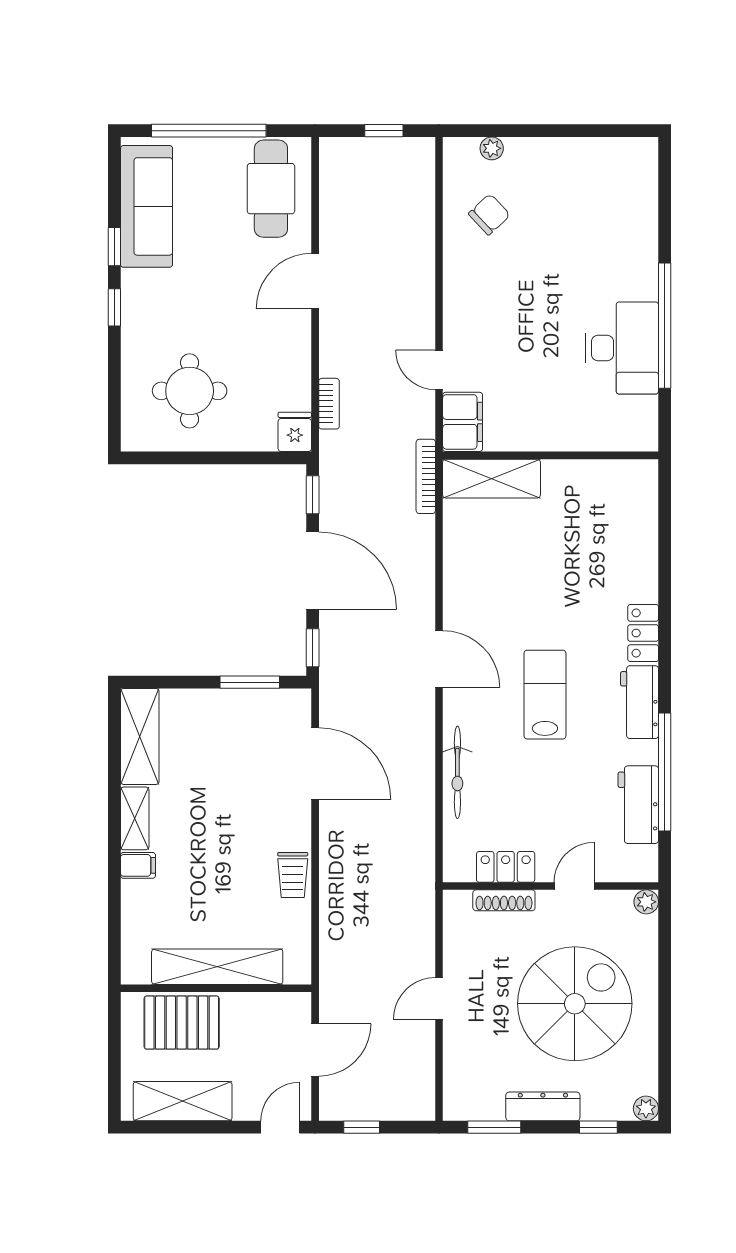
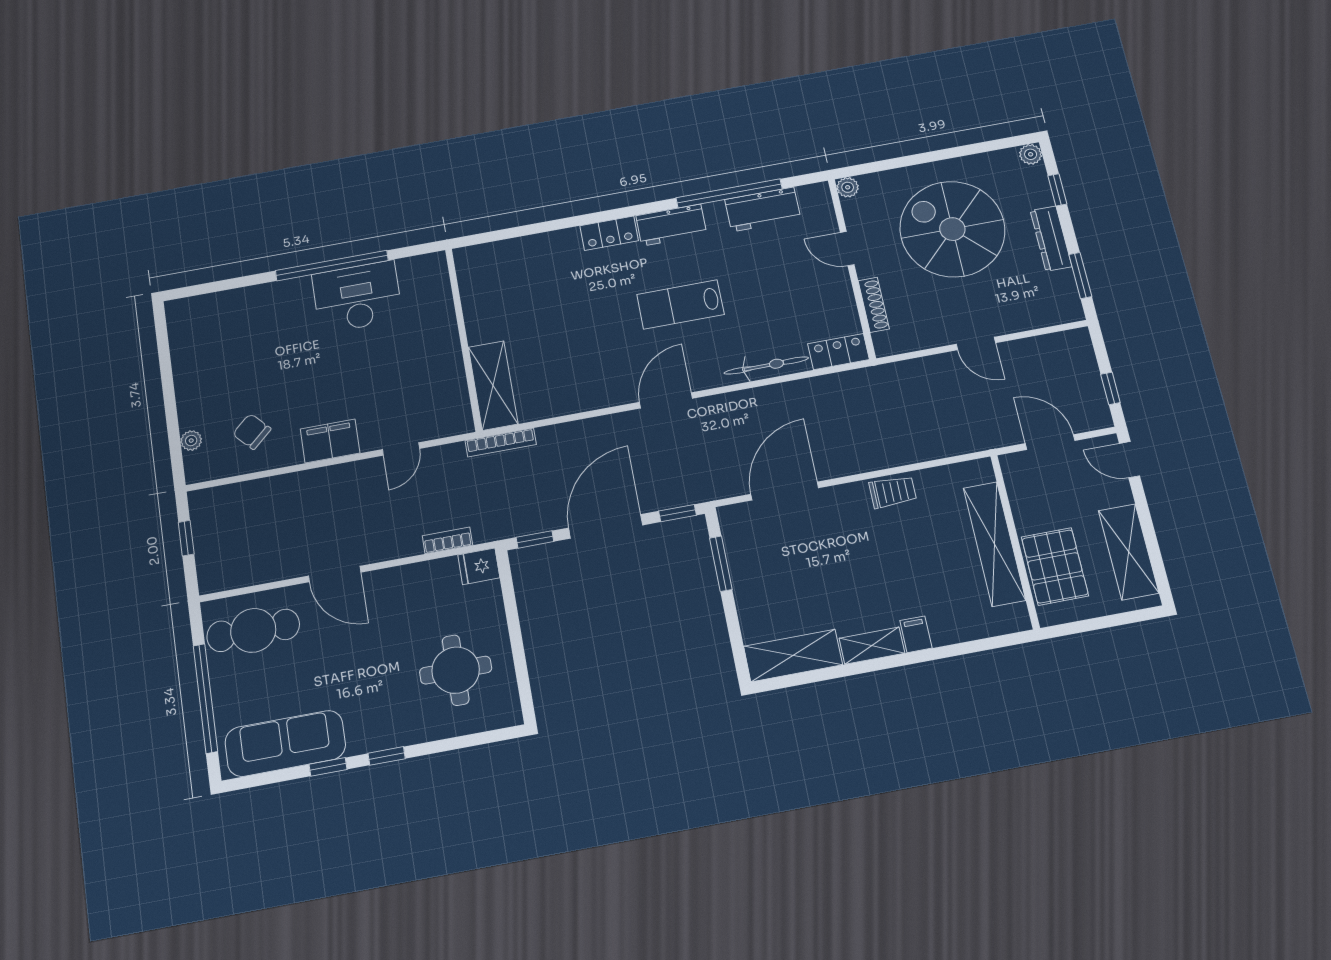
filing cabinet: (463, 422) -> (330, 441), moved
locker: (506, 867) -> (838, 352), moved, turned 90

